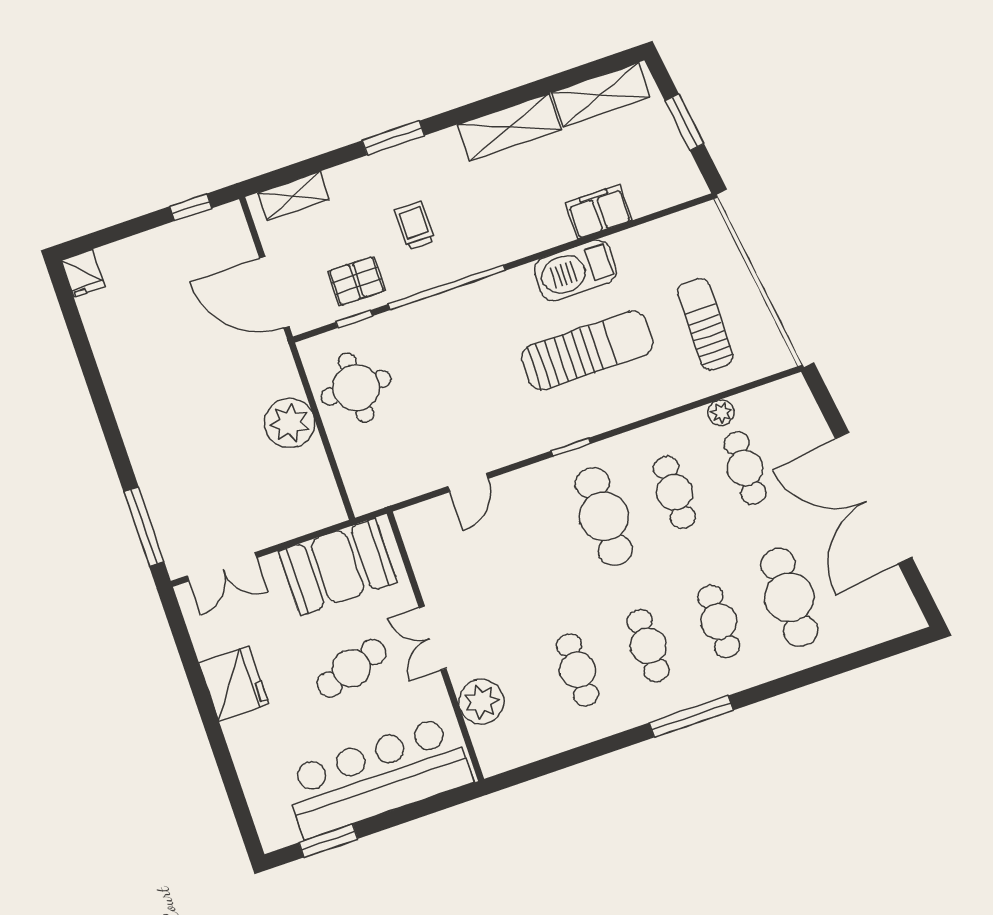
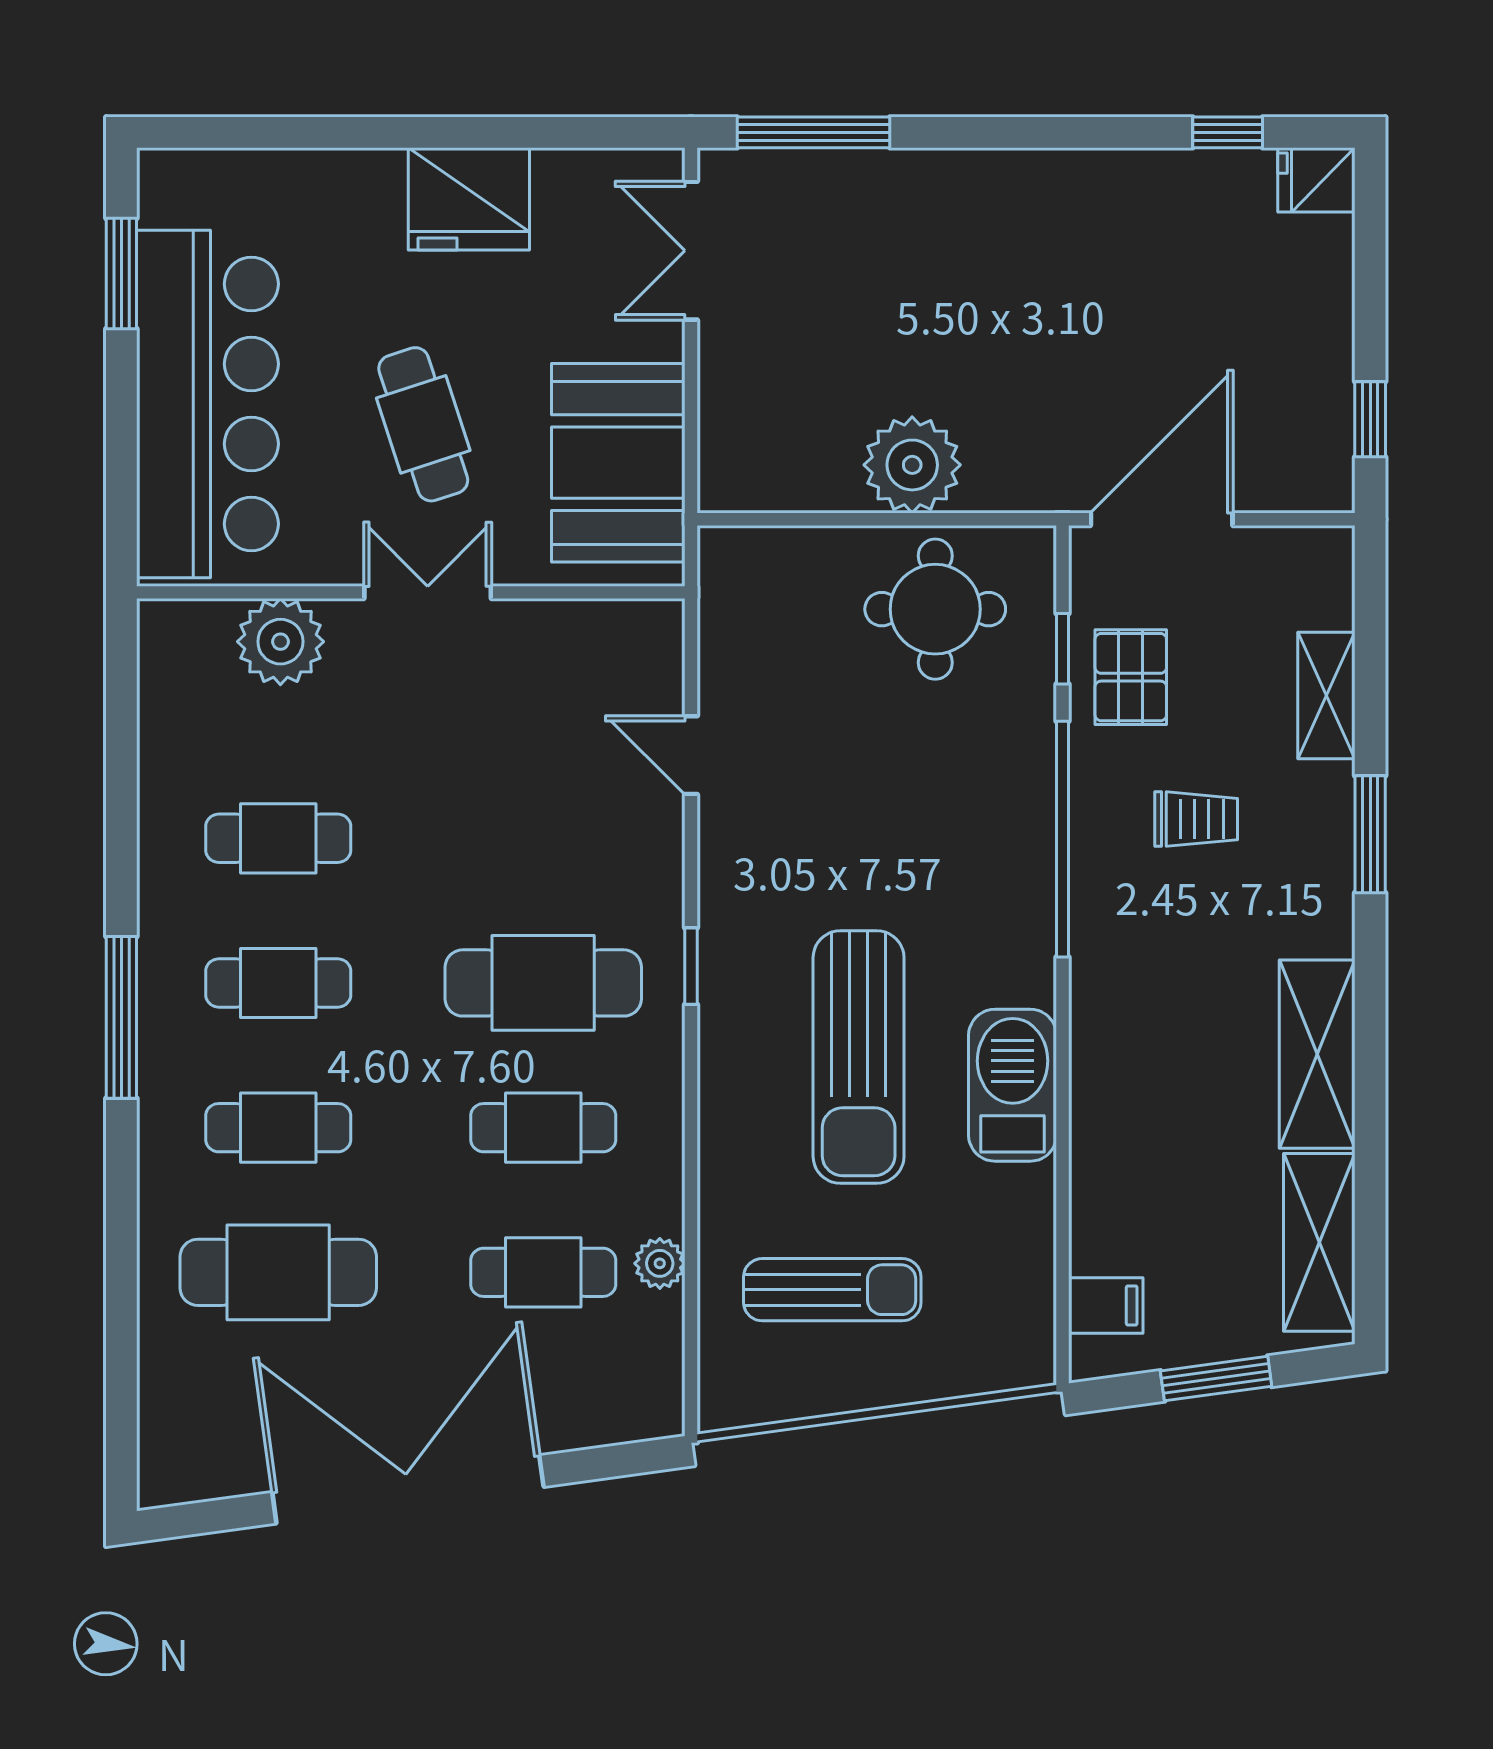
shelving: (293, 196) -> (1326, 695), moved
filing cabinet: (599, 212) -> (1106, 1305), moved, width x0.50
window: (75, 325) -> (1228, 132), added

